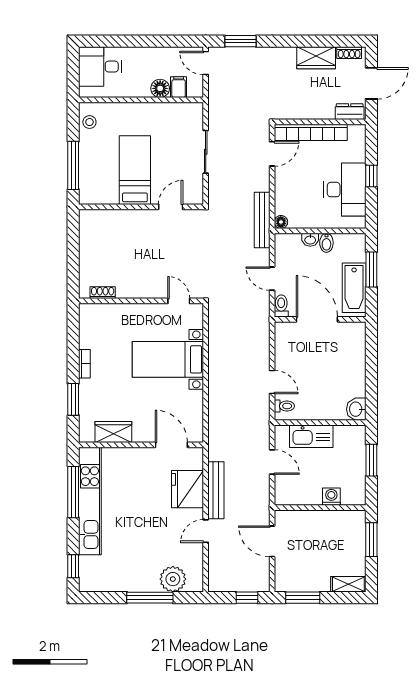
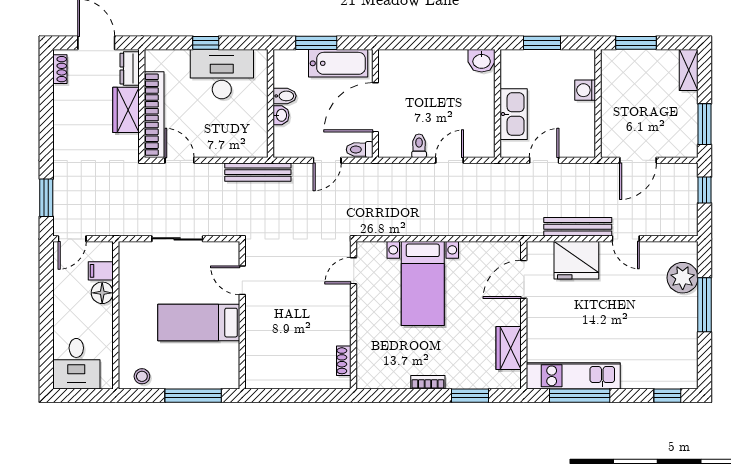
wardrobe: (316, 58) -> (126, 110), moved, turned 180
floor lamp: (281, 222) -> (260, 150), removed
toilet: (284, 406) -> (419, 146), moved
kitchen unit: (90, 501) -> (573, 376), width x0.73

